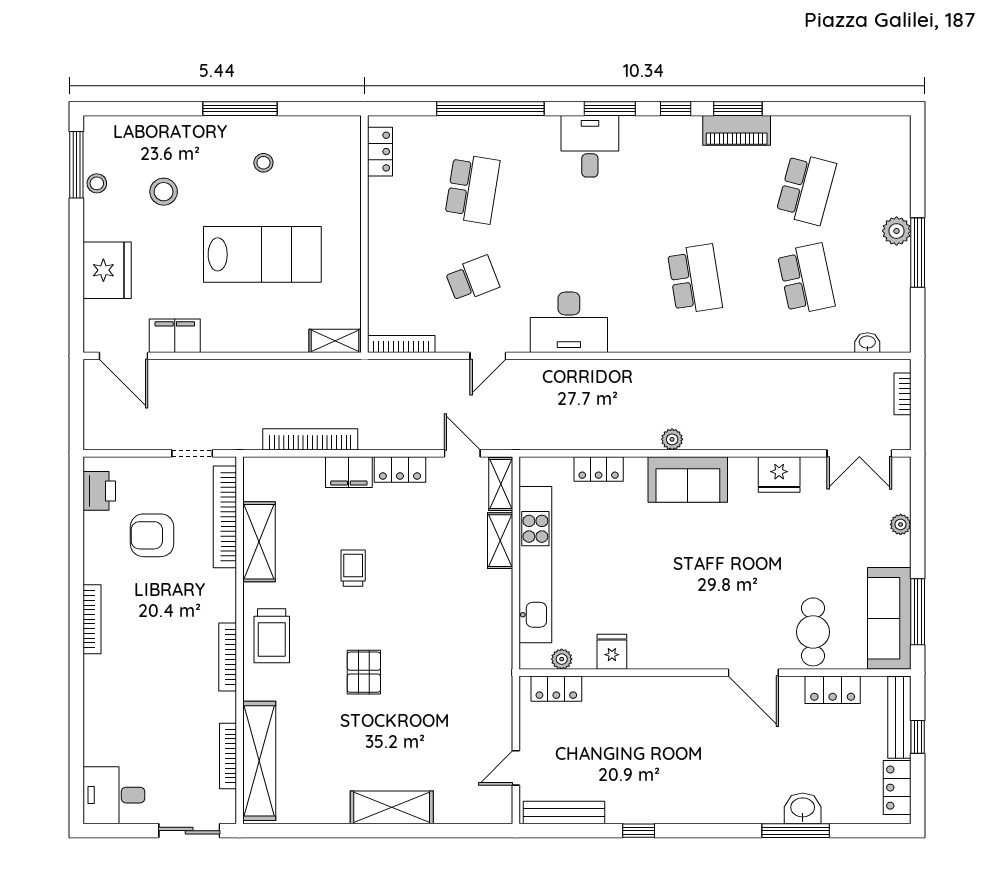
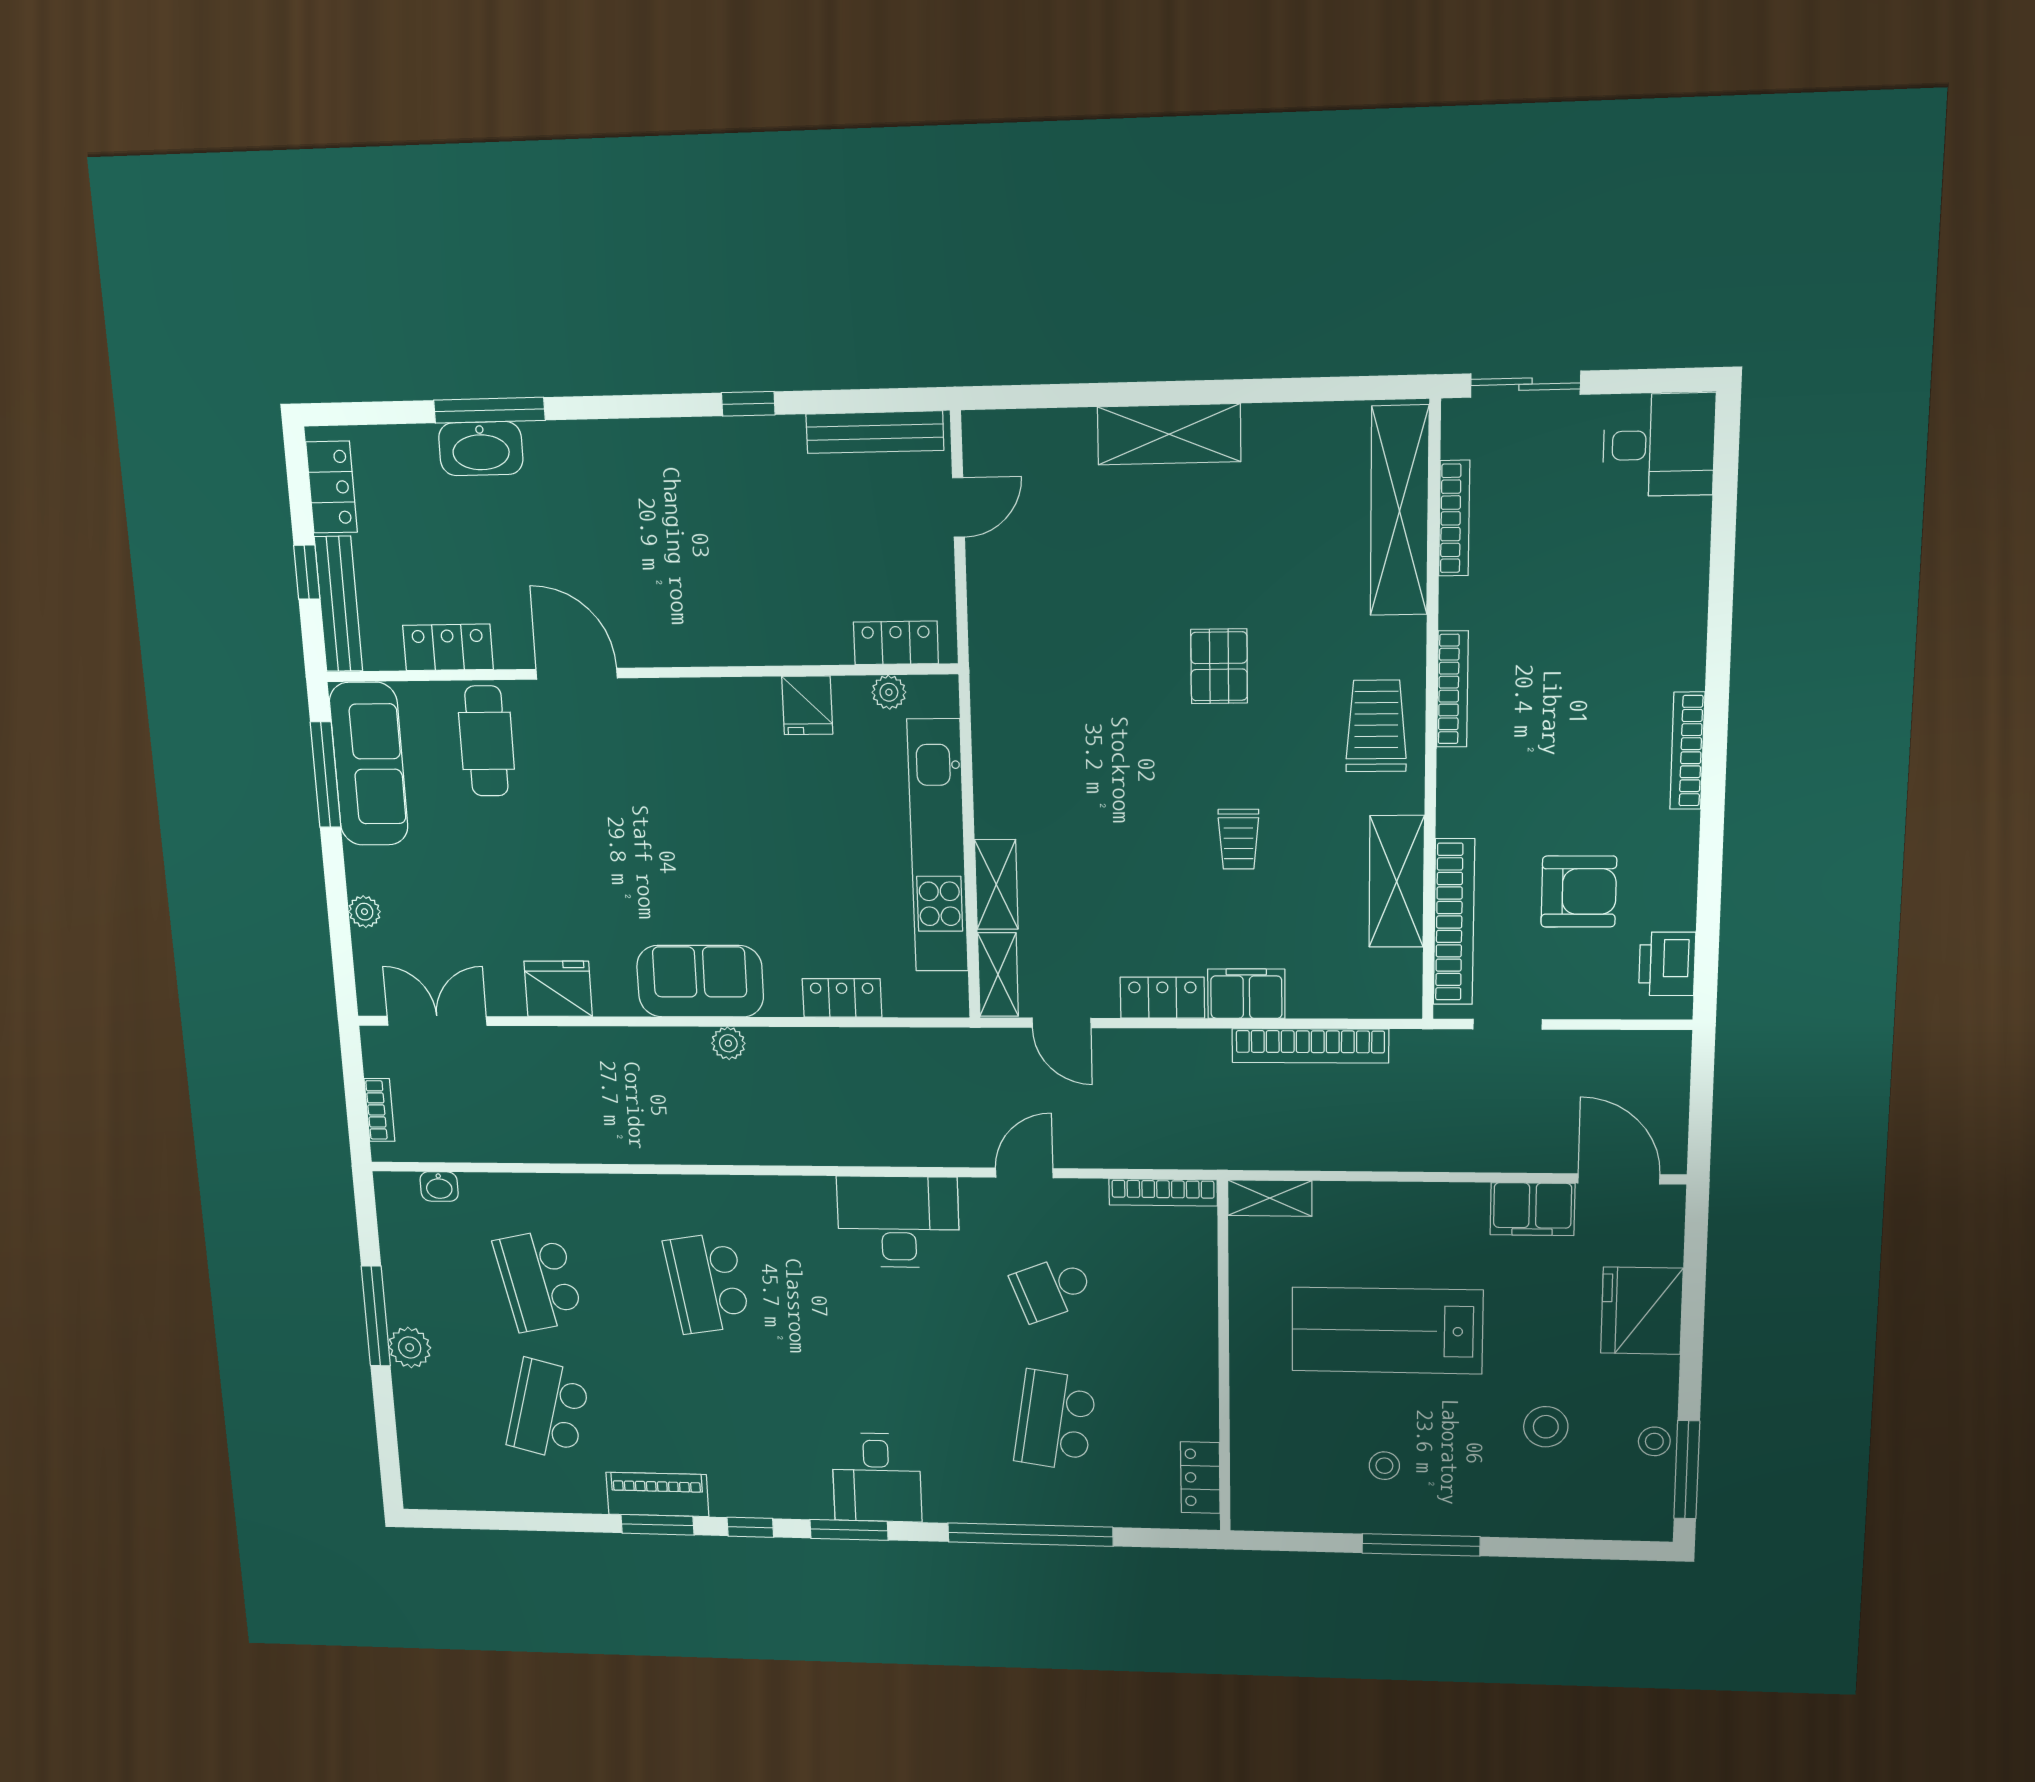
washbasin: (803, 808) -> (481, 449), width x1.38

